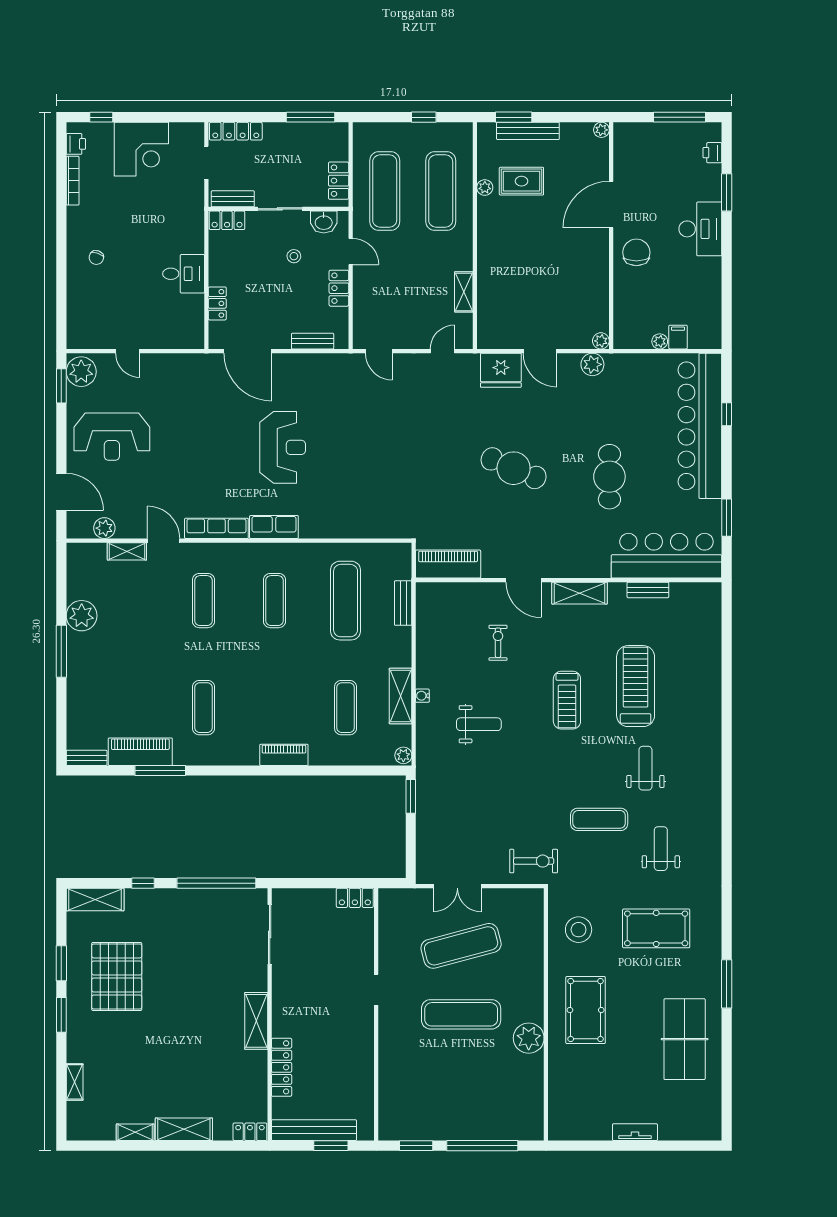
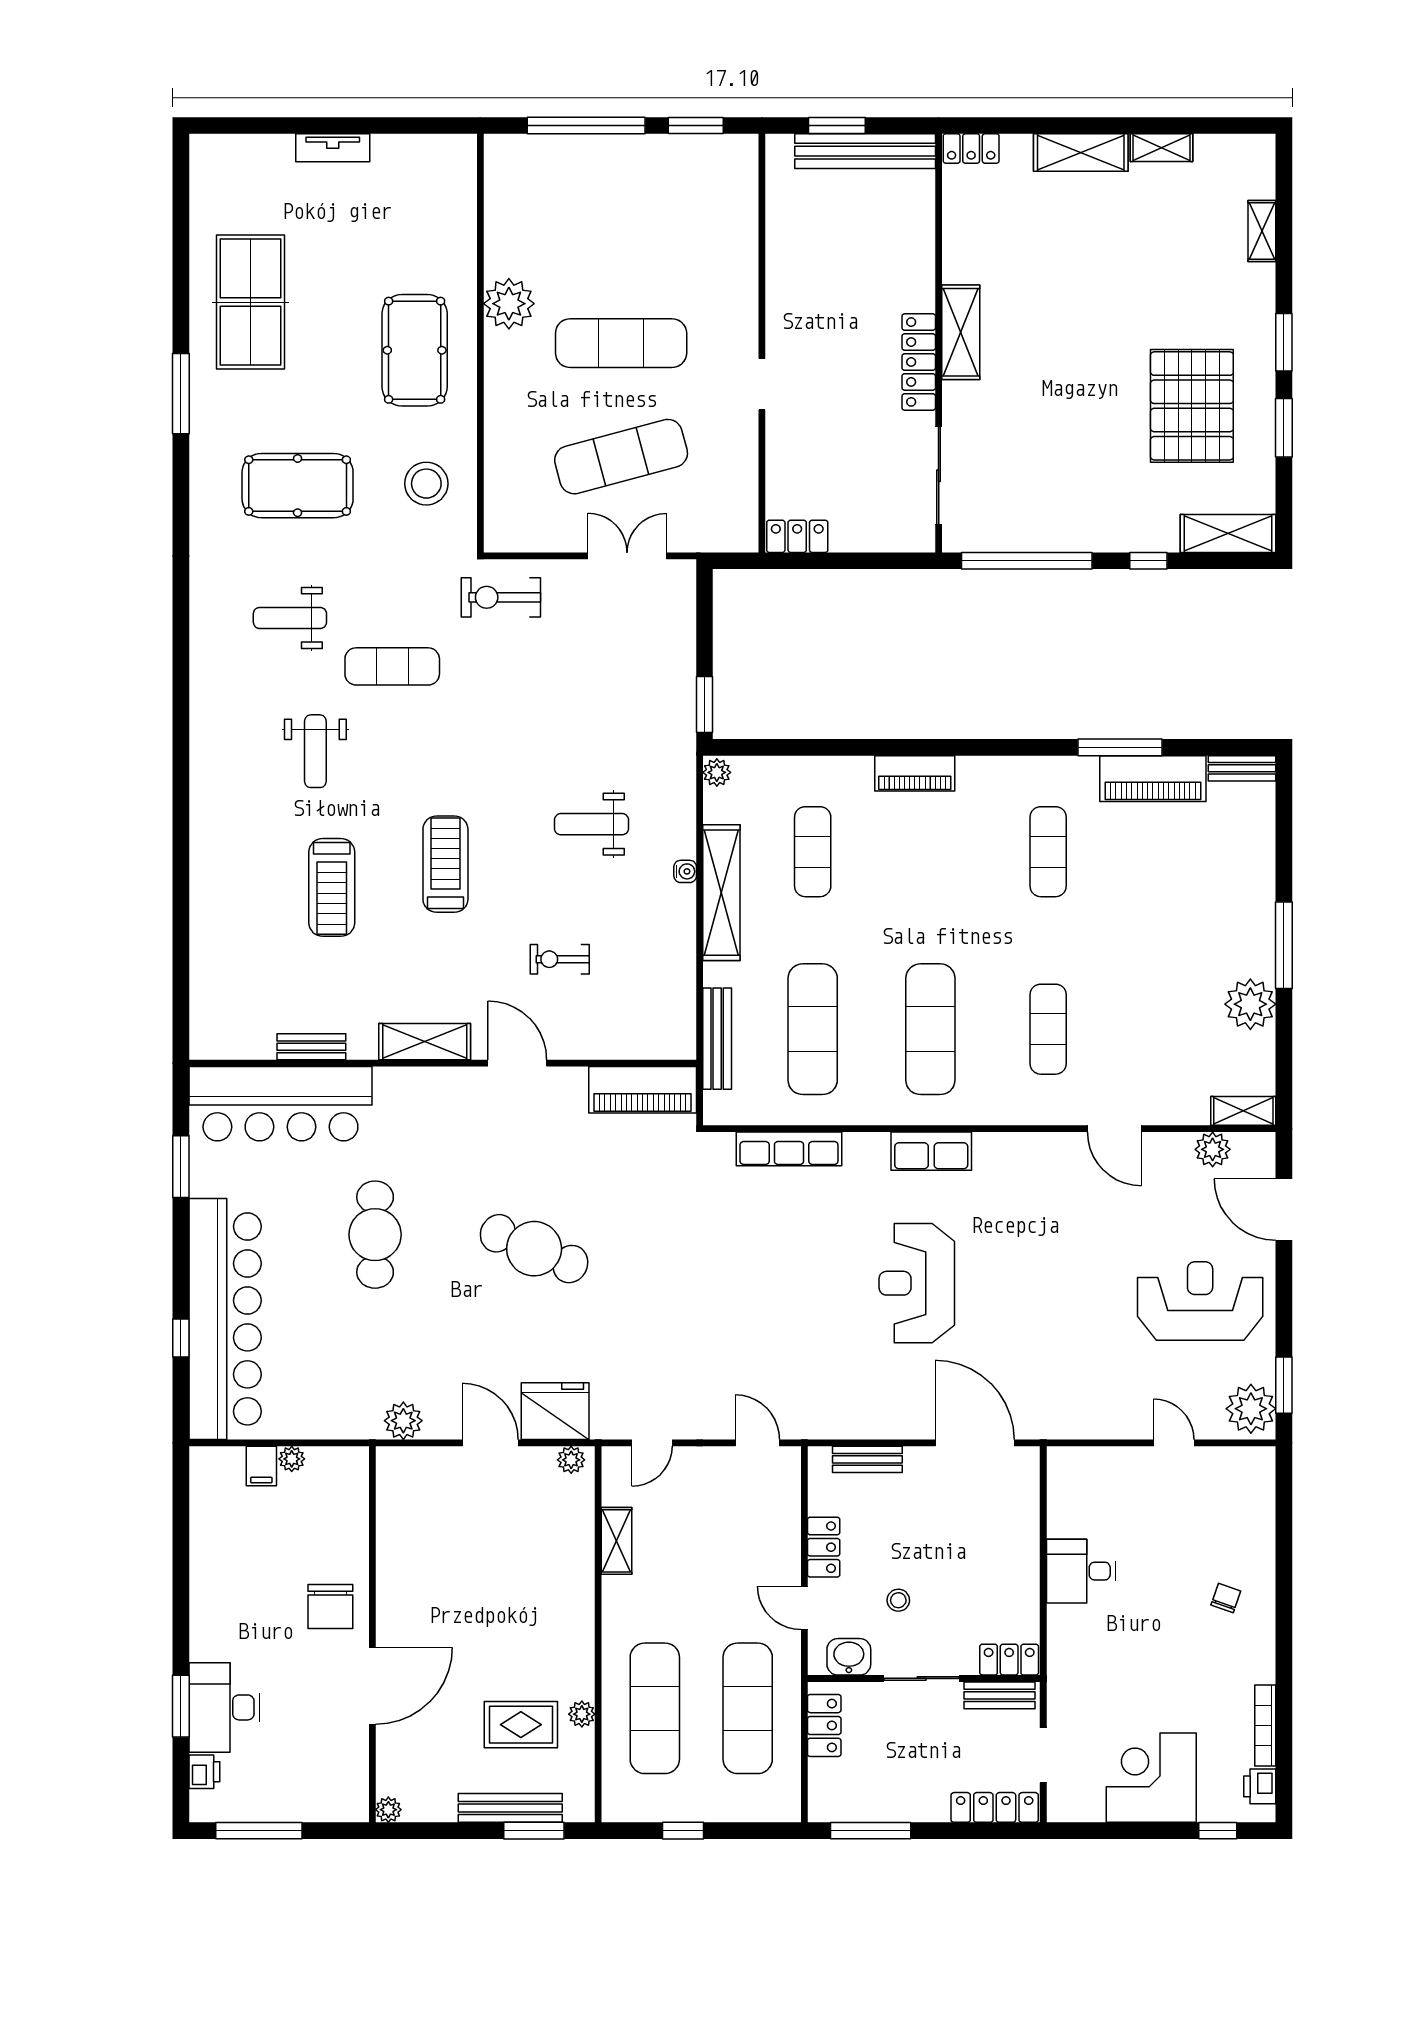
desk: (700, 229) -> (224, 1707), moved
locker: (217, 303) -> (1025, 1522), removed
plant: (601, 341) -> (571, 1460), moved
row of seats: (216, 528) -> (789, 1149), moved
shelving: (127, 551) -> (1243, 1111), moved
exercise mat: (275, 601) -> (930, 1029), width x1.36, depth x1.45
bench: (403, 603) -> (717, 1039), width x1.36
exercise bike: (498, 643) -> (560, 959), turned 90
treadmill: (636, 686) -> (332, 887), width x0.73, depth x0.73
shelving: (401, 696) -> (721, 893), width x1.47
weight bench: (661, 849) -> (290, 618), turned 90
locker: (282, 1067) -> (919, 362), moved

